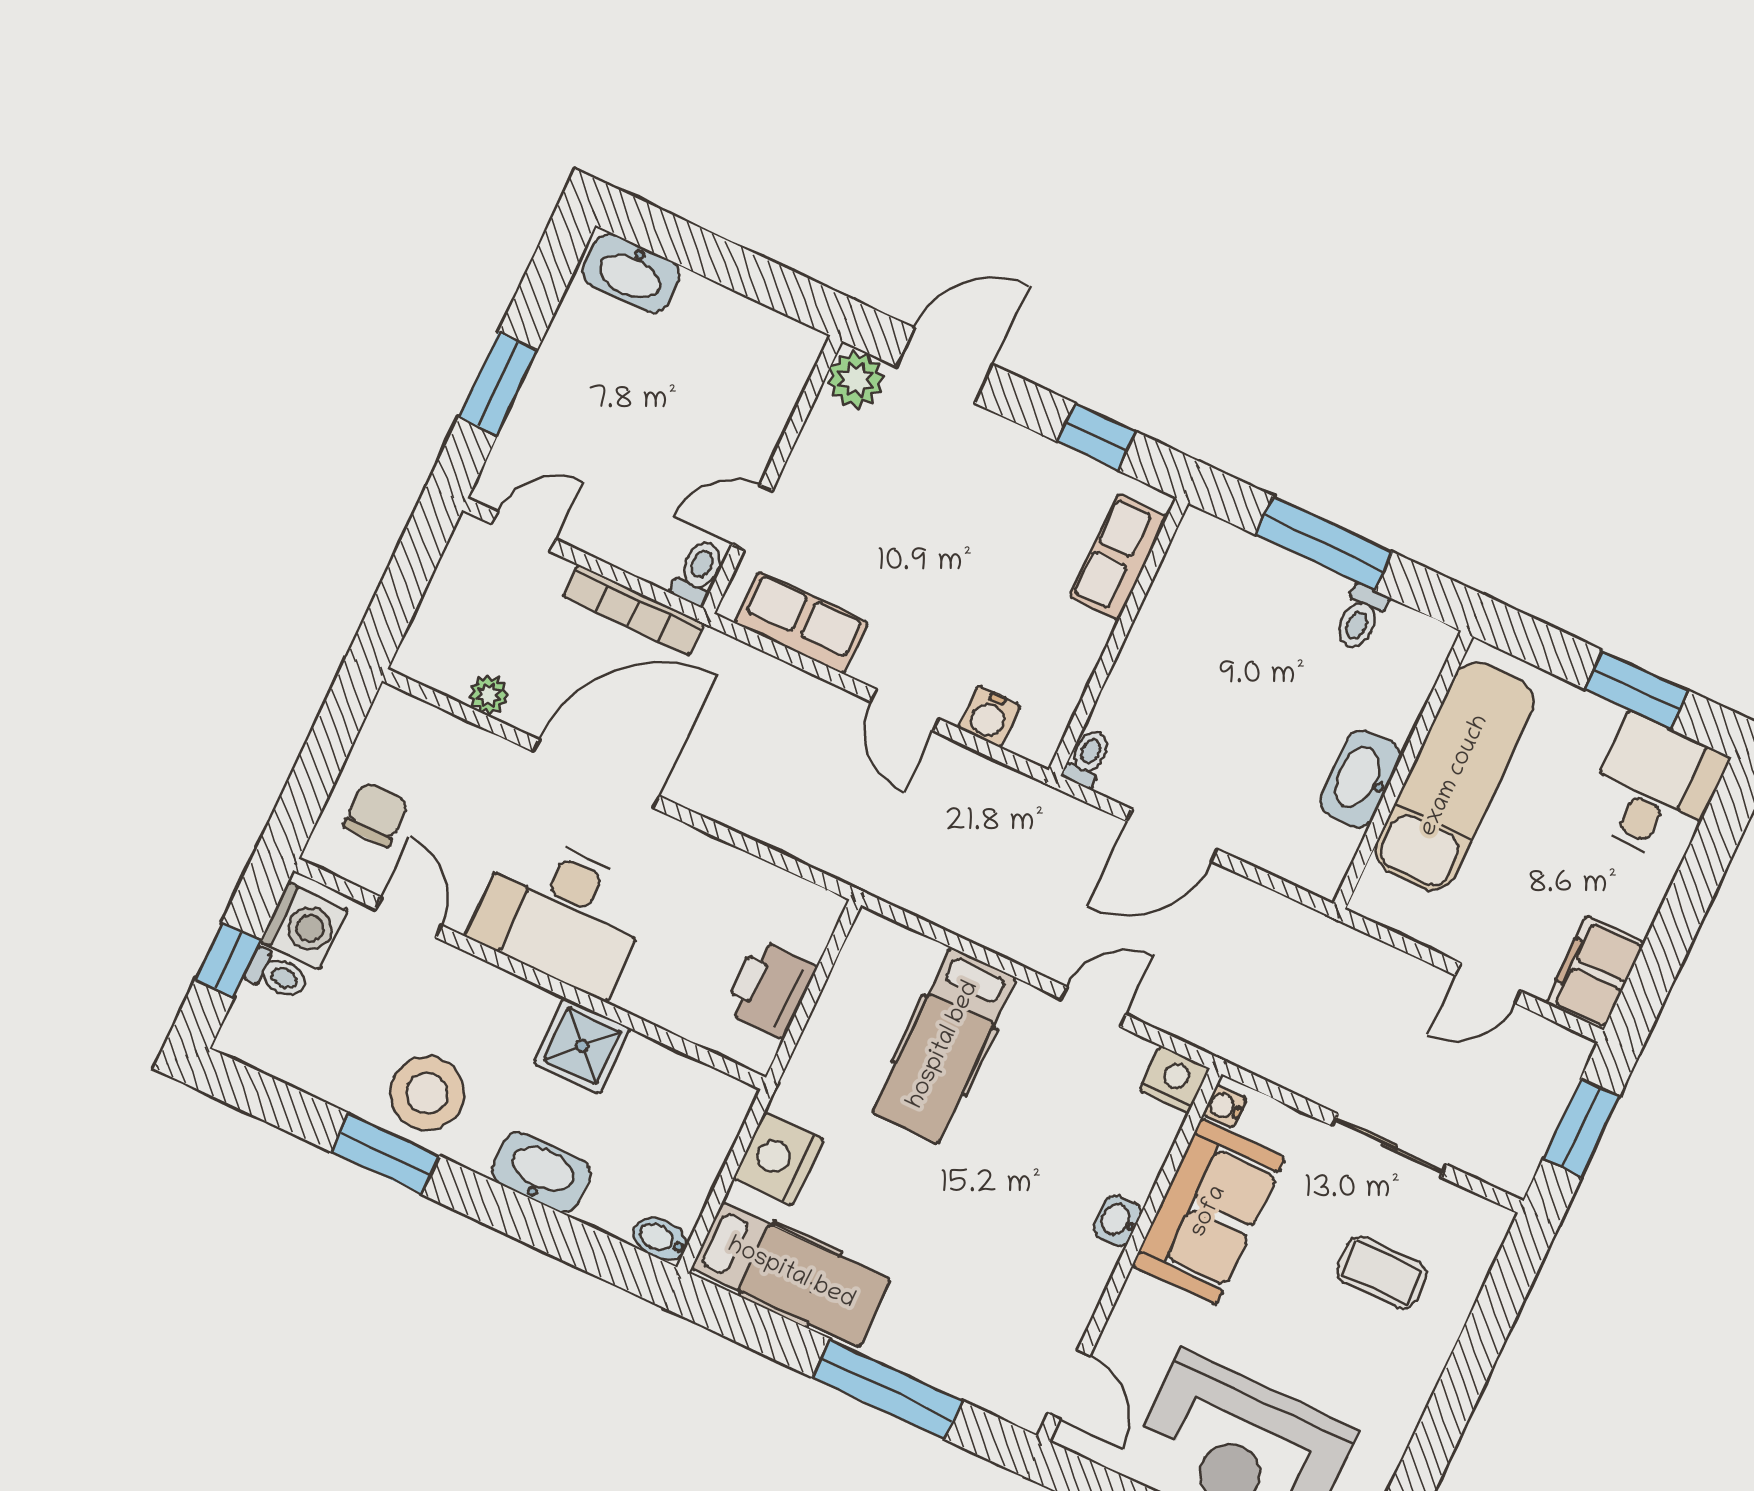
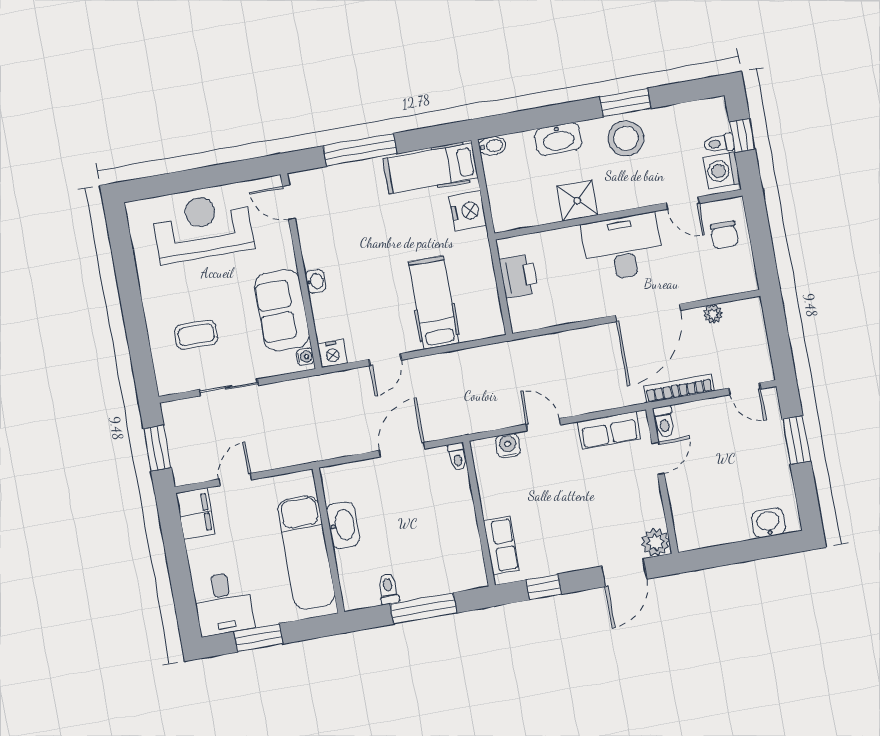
washbasin: (631, 273) -> (768, 523), width x0.72
door: (524, 532) -> (745, 389), hinge flipped

